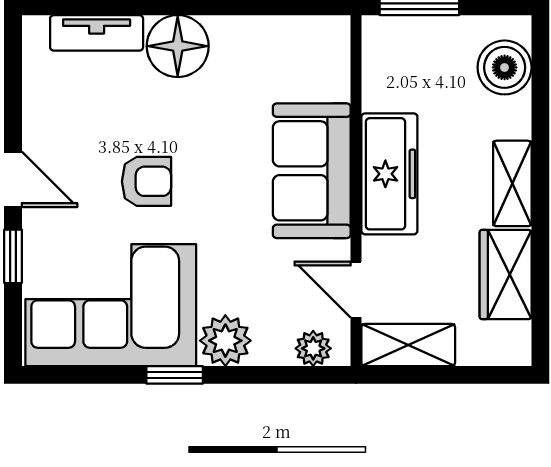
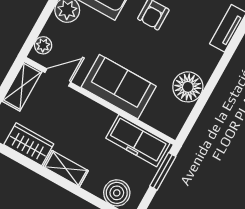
floor lamp: (178, 46) -> (188, 87), moved
freezer: (389, 174) -> (138, 141), moved

